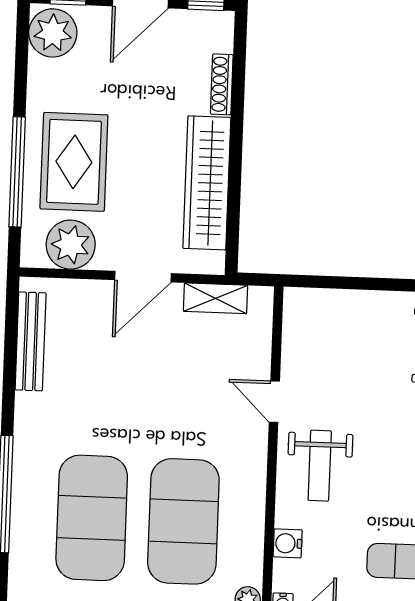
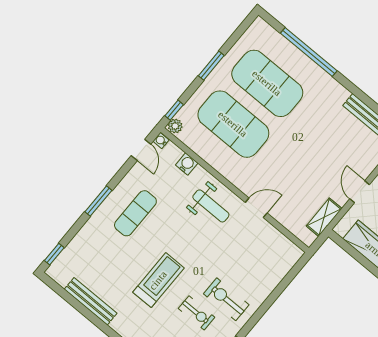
door: (143, 277) -> (360, 192), width x0.73
weight bench: (320, 466) -> (211, 206), turned 180

